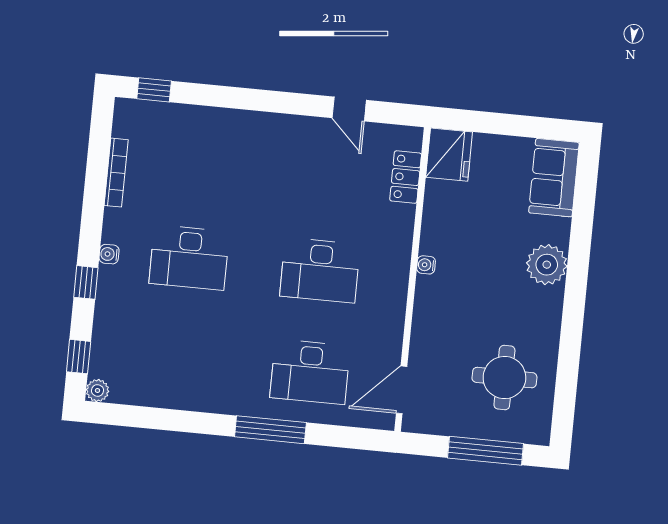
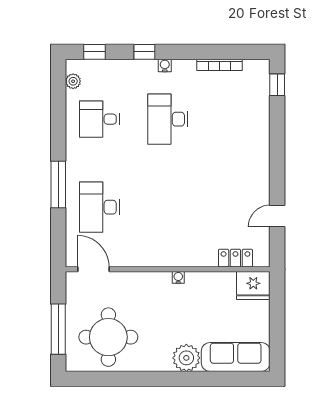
sofa: (554, 178) -> (236, 357), width x1.36
desk: (320, 270) -> (99, 119), moved, width x0.73
round table: (504, 378) -> (108, 337), width x1.36, depth x1.36
plant: (97, 390) -> (73, 81), moved

